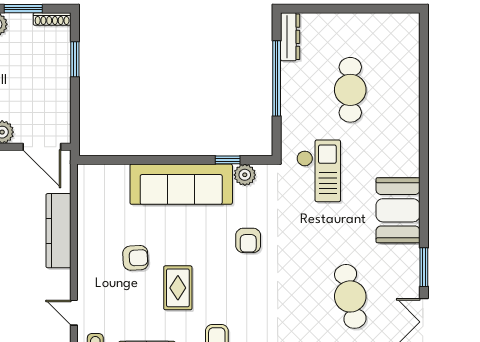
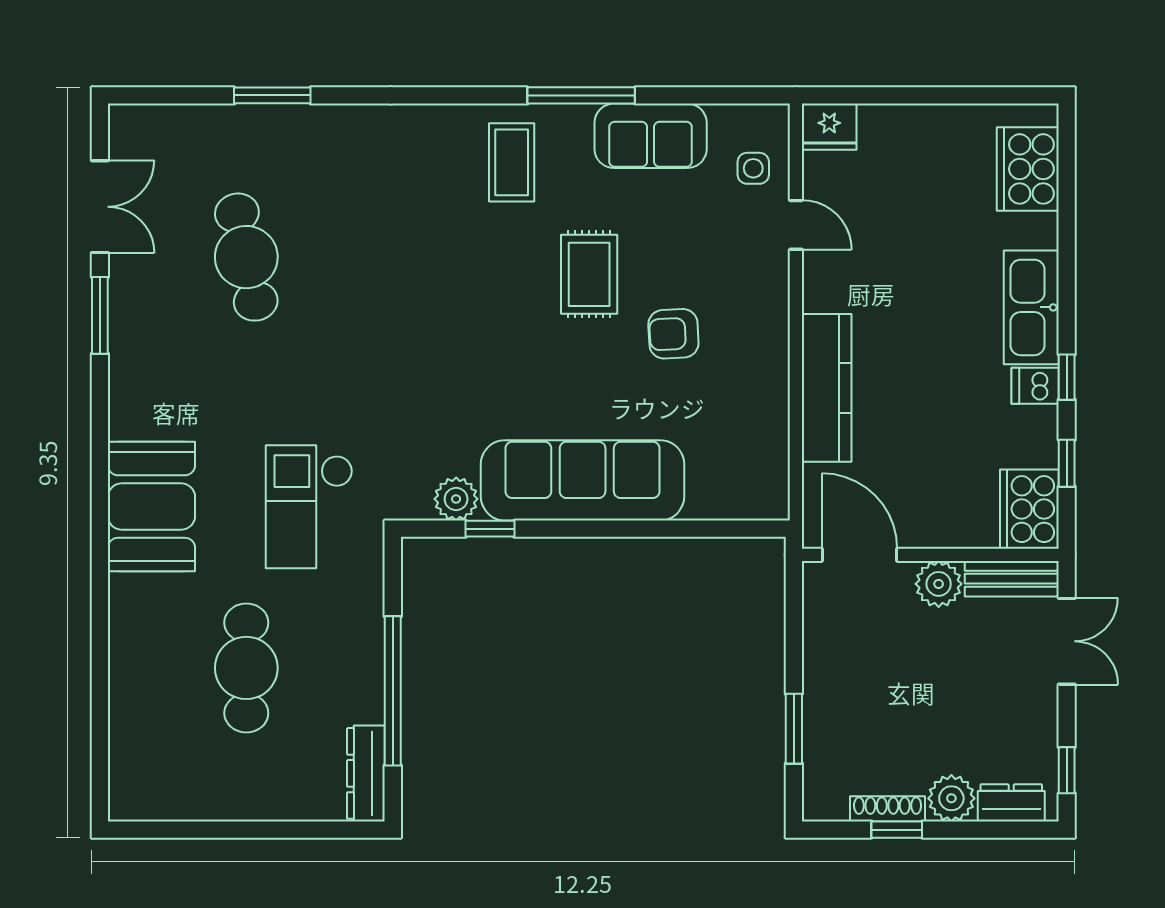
window: (23, 9) -> (897, 830), width x0.67
shoe rack: (52, 19) -> (888, 809), moved
booth: (398, 210) -> (151, 507), moved
armchair: (248, 240) -> (449, 369), removed

